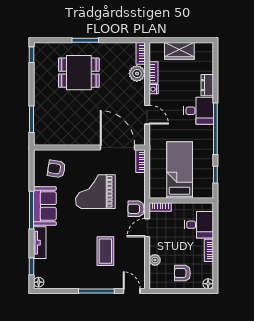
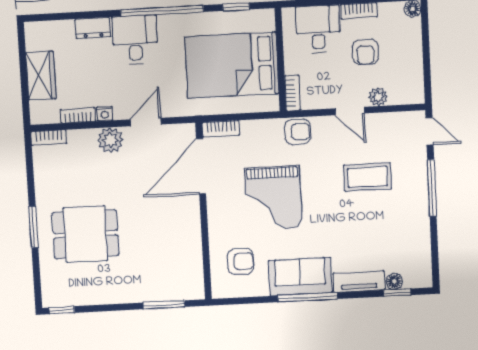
dining table: (79, 73) -> (86, 234), turned 90
plant: (137, 73) -> (110, 140), moved
armchair: (56, 169) -> (240, 261), turned -99
bed: (180, 170) -> (232, 65), width x1.50
armchair: (136, 209) -> (298, 132), turned -90
door: (147, 228) -> (350, 111), moved
armchair: (182, 273) -> (365, 52), moved
floor lamp: (39, 282) -> (394, 281), moved
door: (132, 291) -> (429, 131), swing flipped

